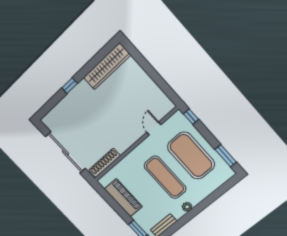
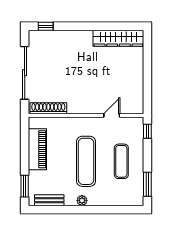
window: (70, 86) -> (46, 26), moved
exercise mat: (191, 156) -> (121, 161), width x0.50, depth x0.69

